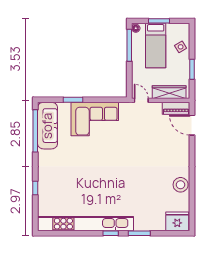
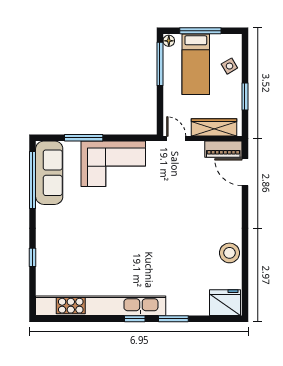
window: (159, 21) -> (200, 31), width x1.44
window: (73, 100) -> (84, 138), width x1.44

